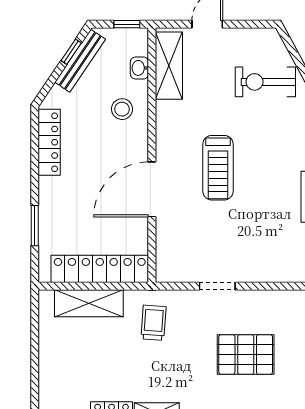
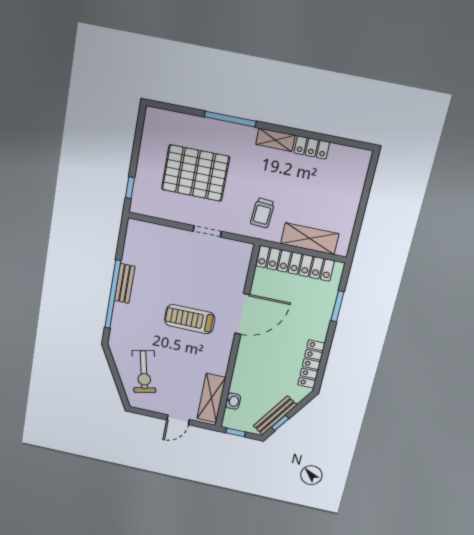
exercise bike: (265, 82) -> (144, 372), turned 78
stool: (122, 109) -> (252, 376), removed
treadmill: (218, 168) -> (190, 319), turned -90
pallet: (246, 355) -> (195, 173), width x1.37, depth x1.41

